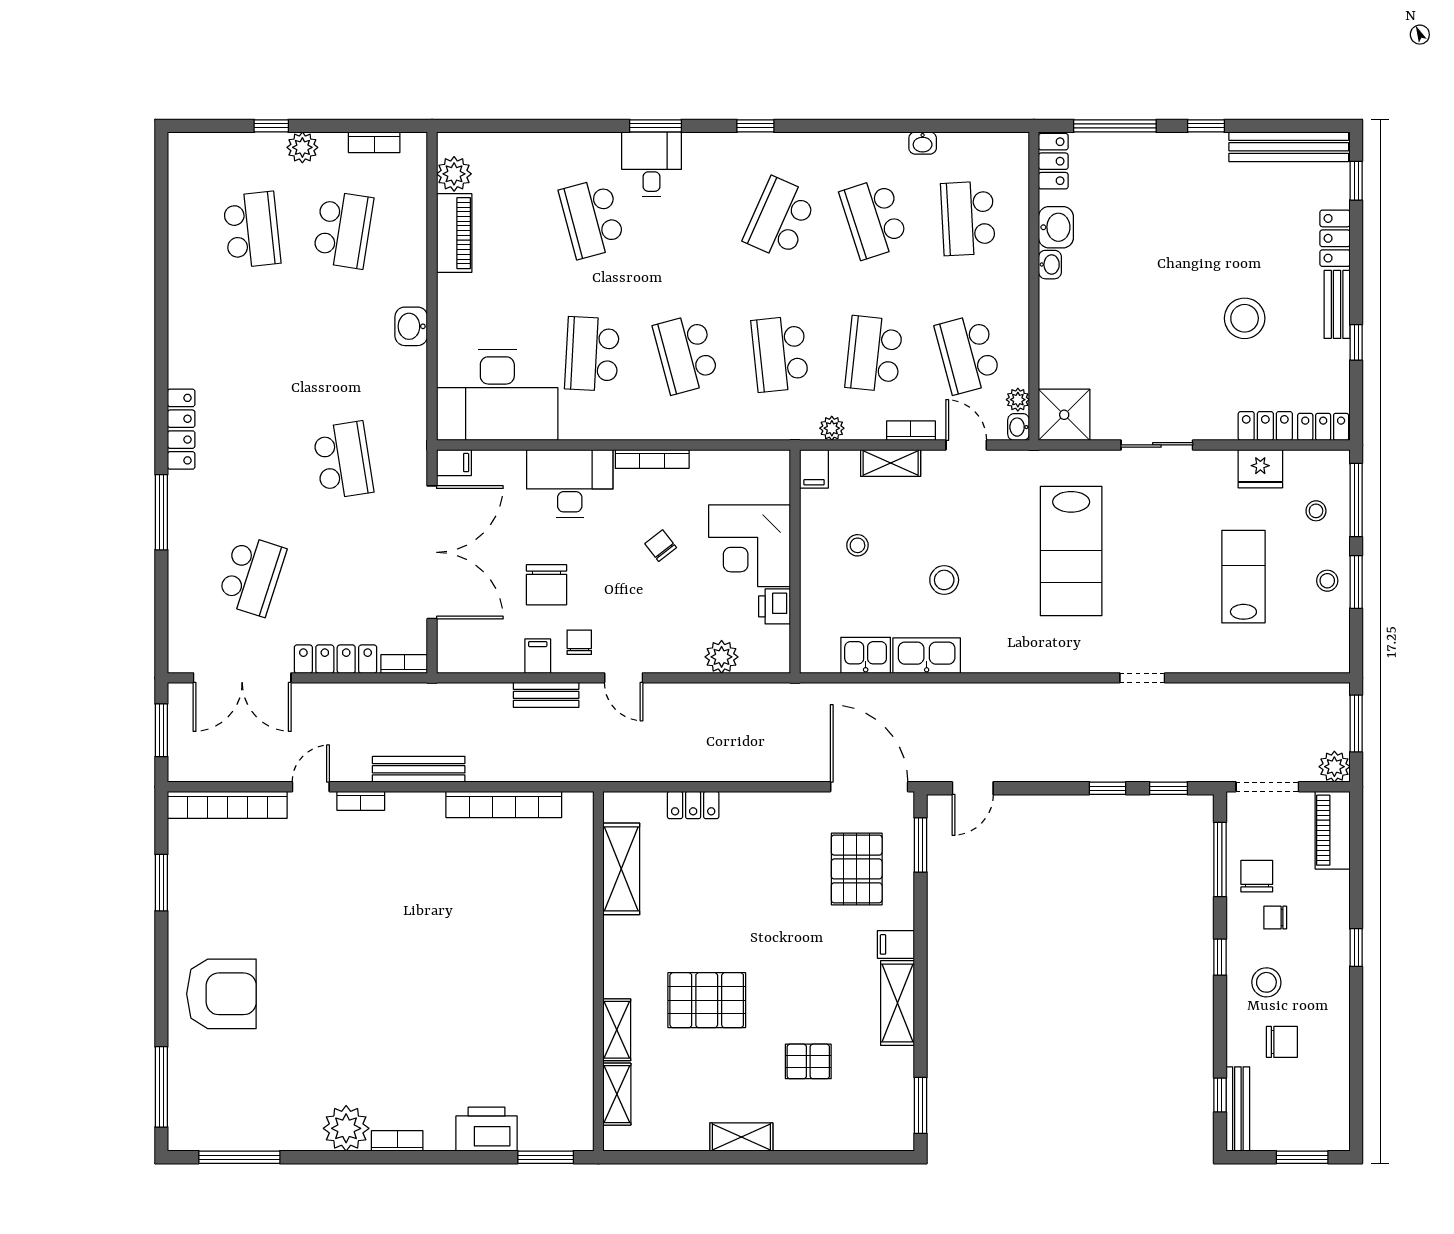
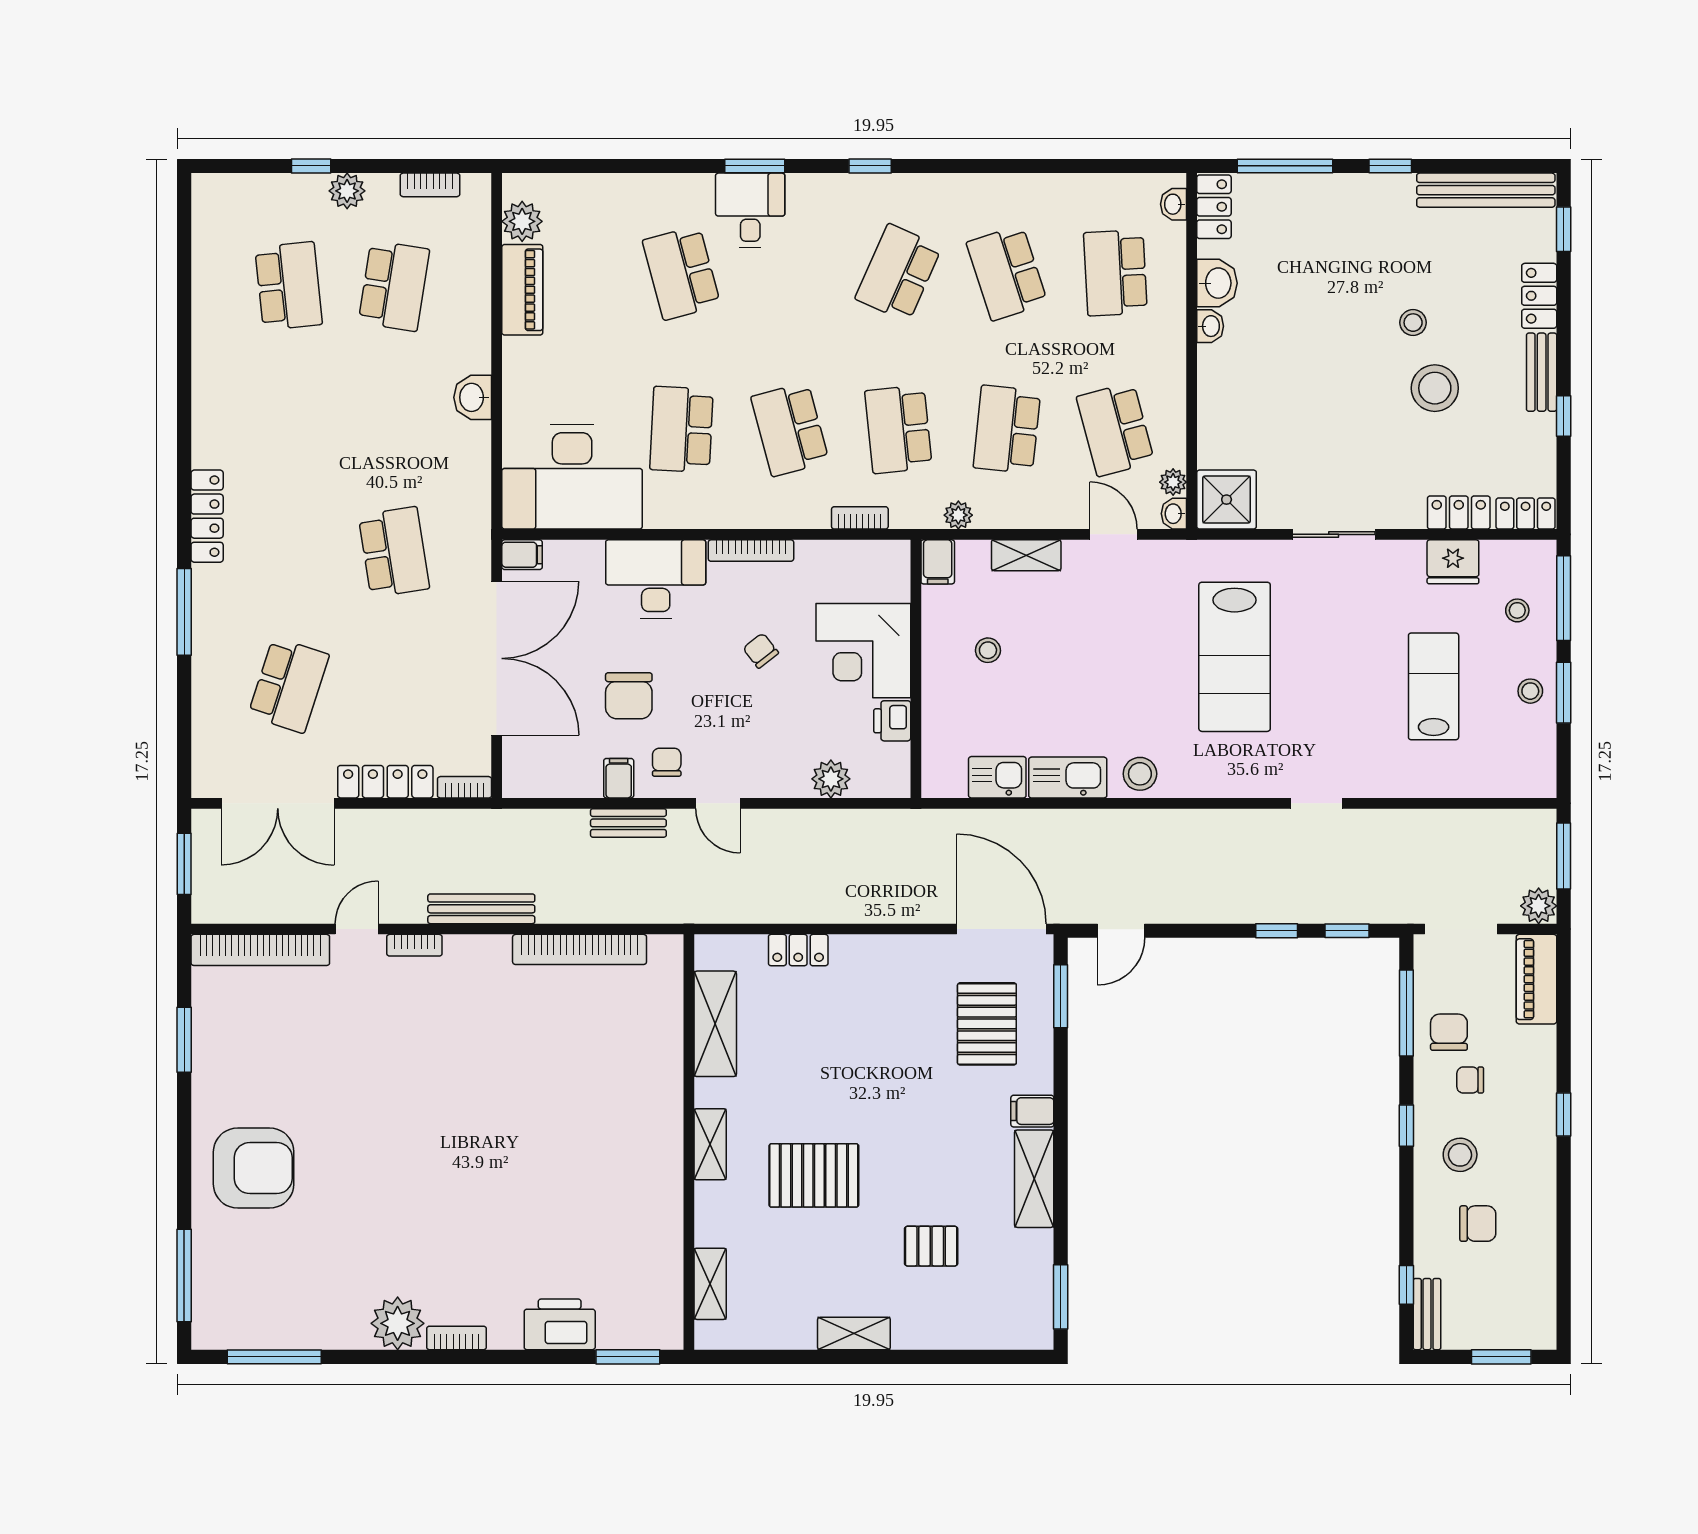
washbasin: (923, 143) -> (1174, 204), moved, turned 90
stool: (1226, 261) -> (1413, 323), added
bookcase: (911, 431) -> (860, 518), moved
stool: (944, 580) -> (1140, 774), moved
shelving: (617, 1030) -> (710, 1144), moved
bench: (1238, 1109) -> (1427, 1314), width x0.73

